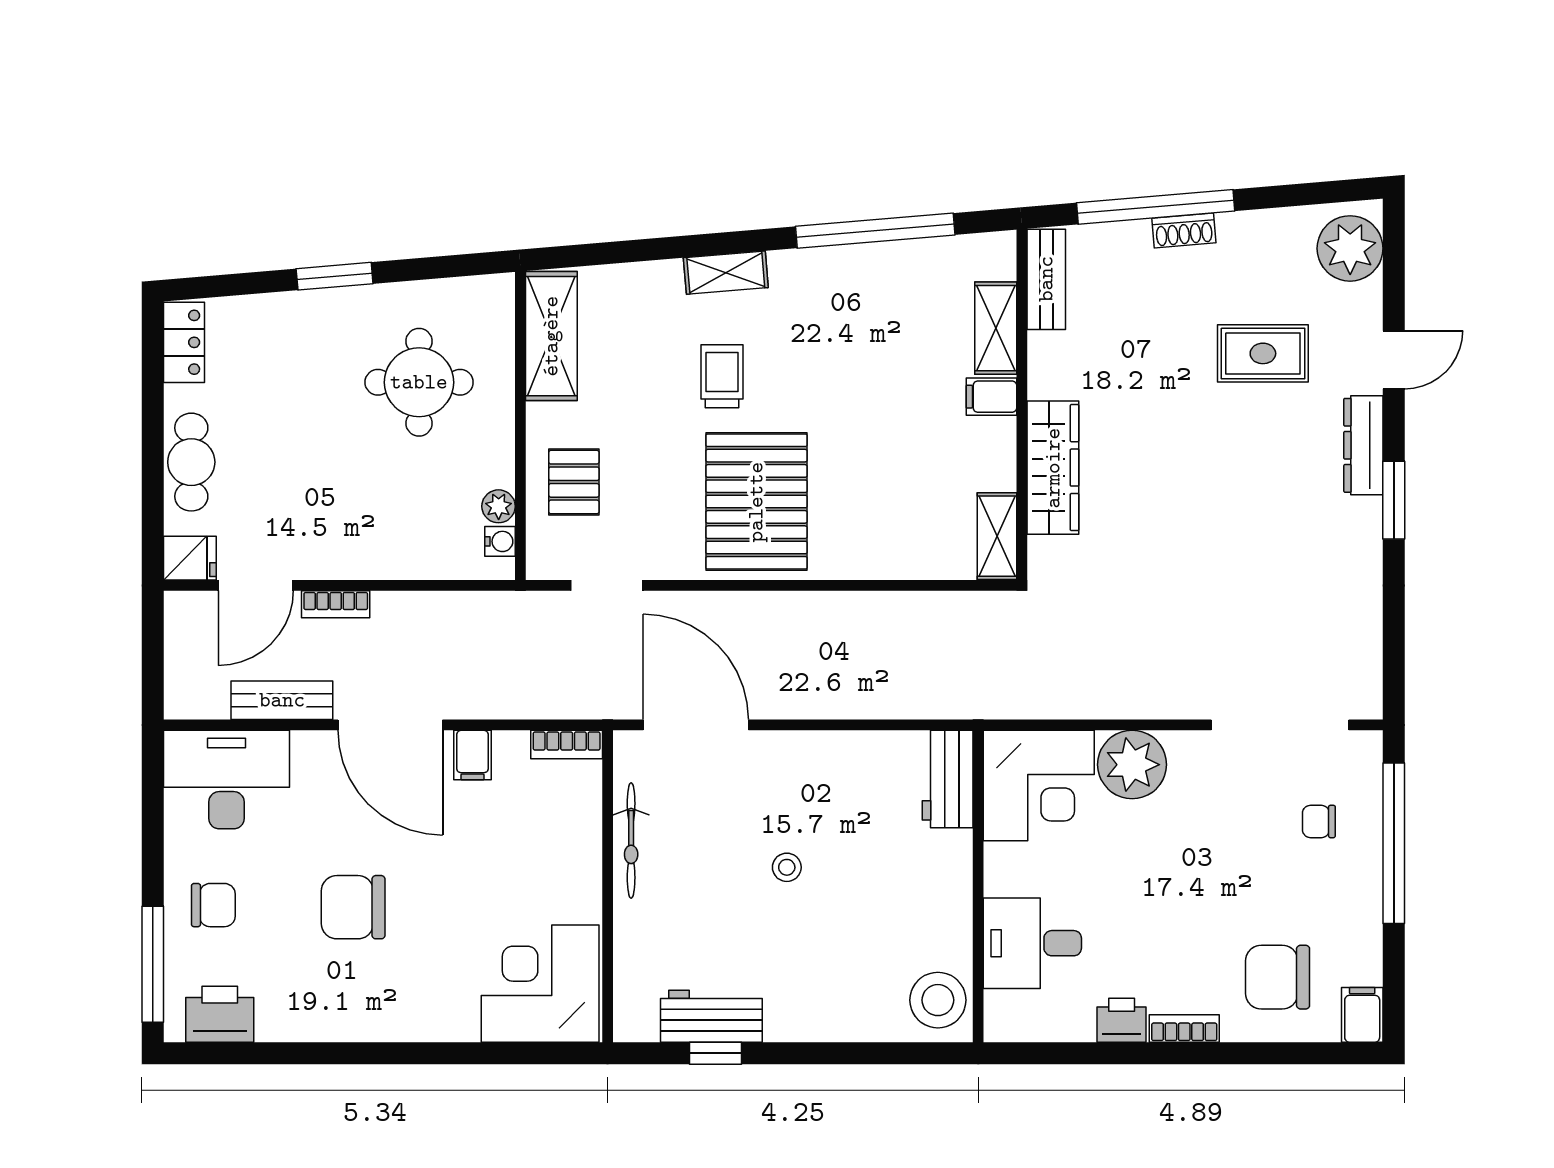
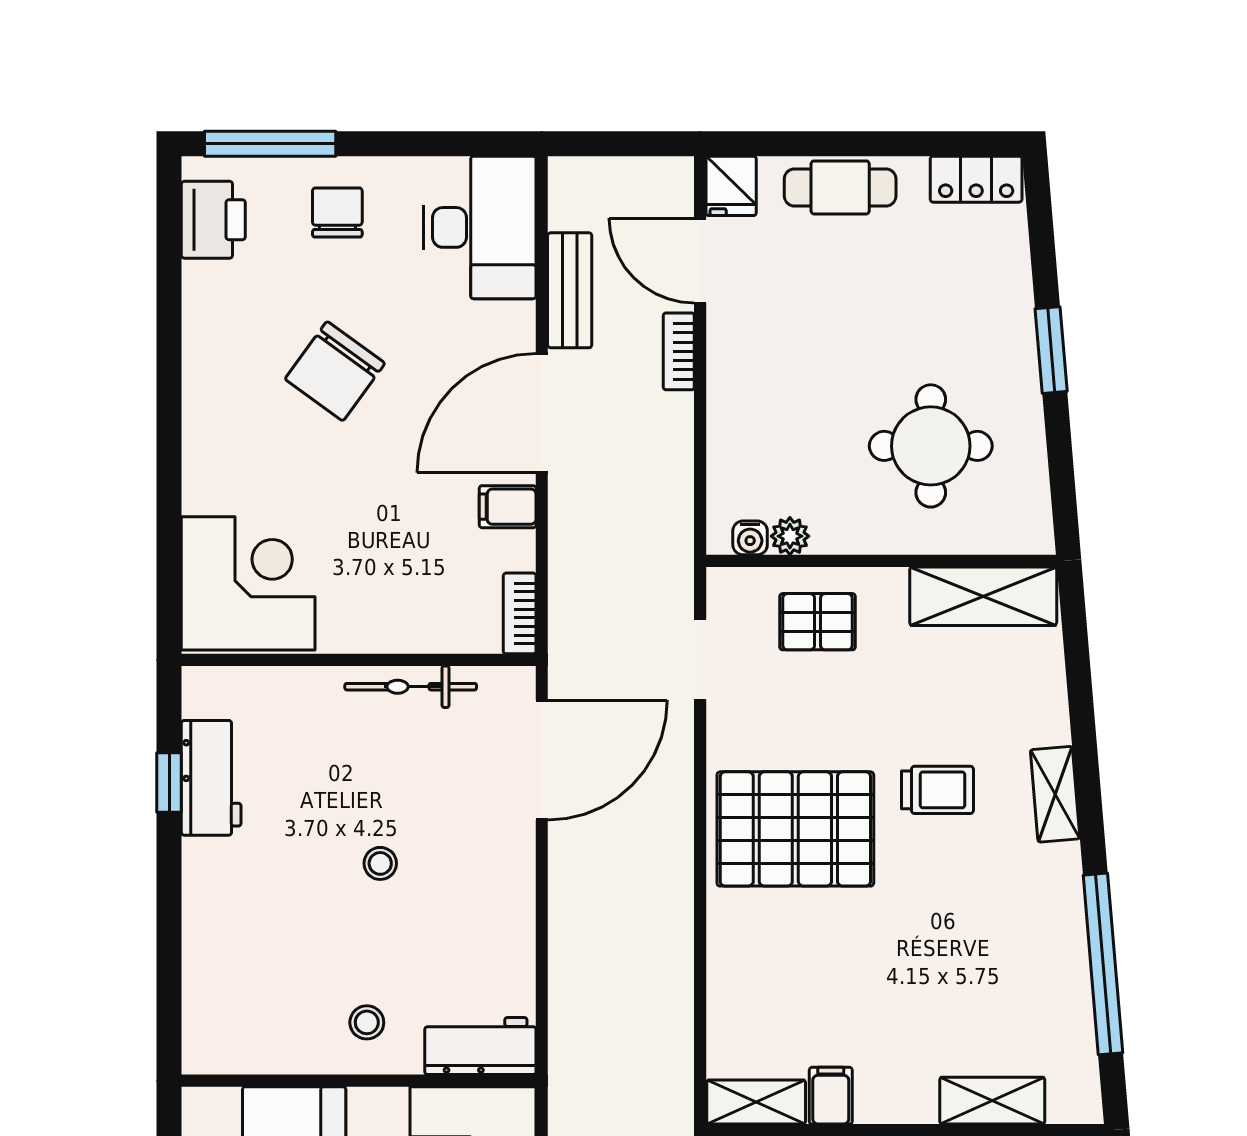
filing cabinet: (991, 397) -> (831, 1096), moved
chair: (213, 905) -> (337, 213), turned 180
chair: (353, 907) -> (335, 371), turned -144
stool: (938, 1000) -> (367, 1022), moved, width x0.53, depth x0.53

